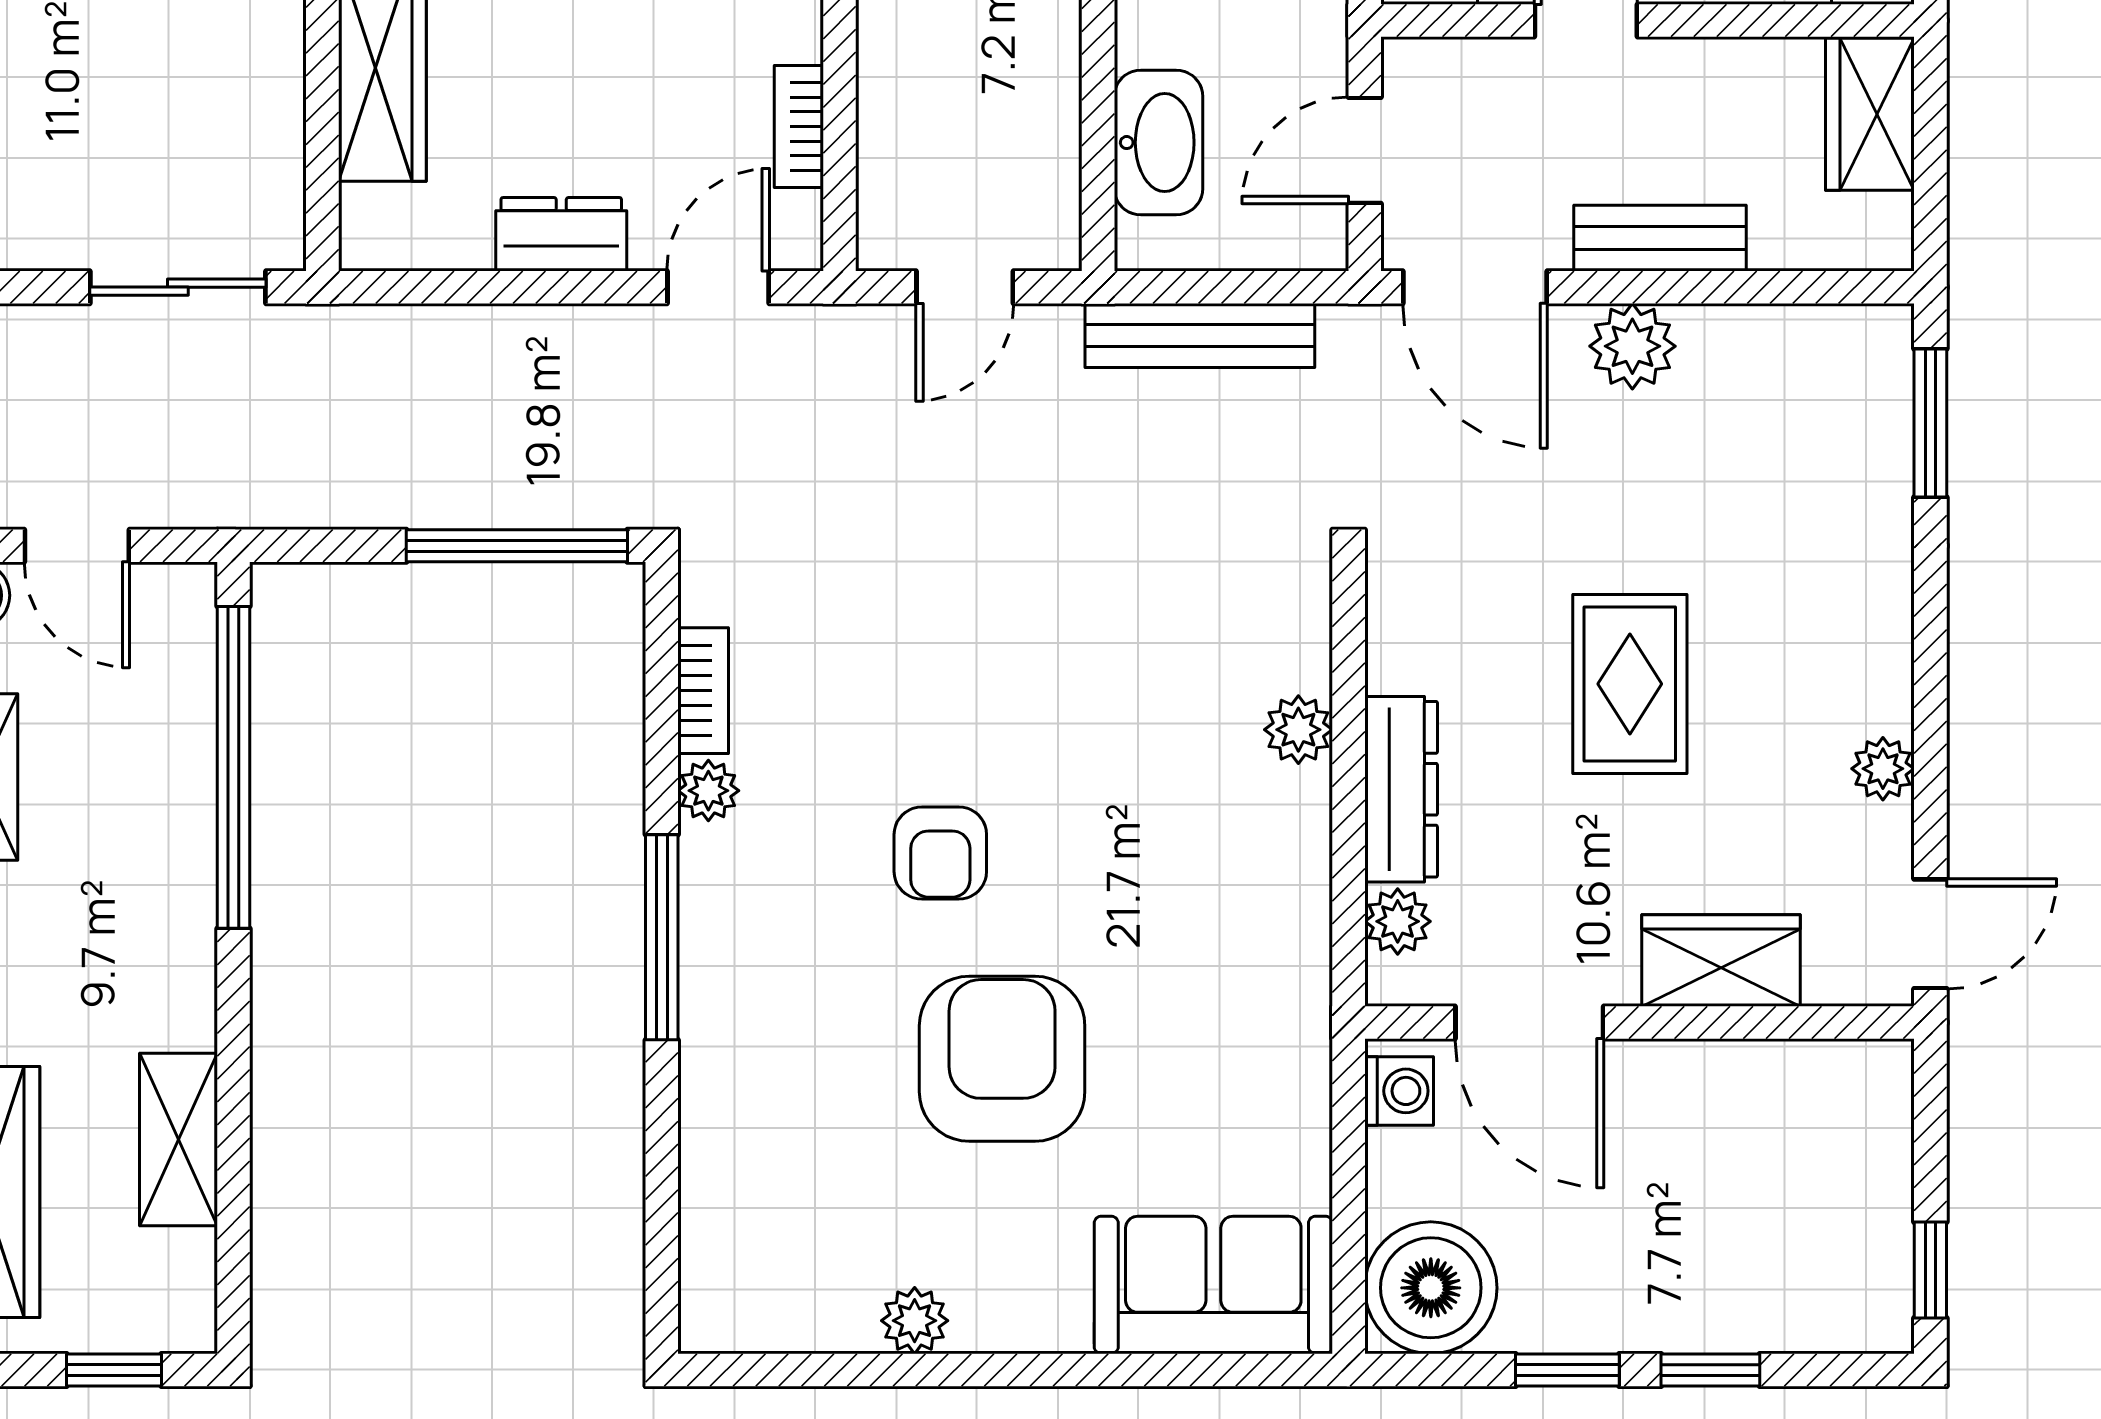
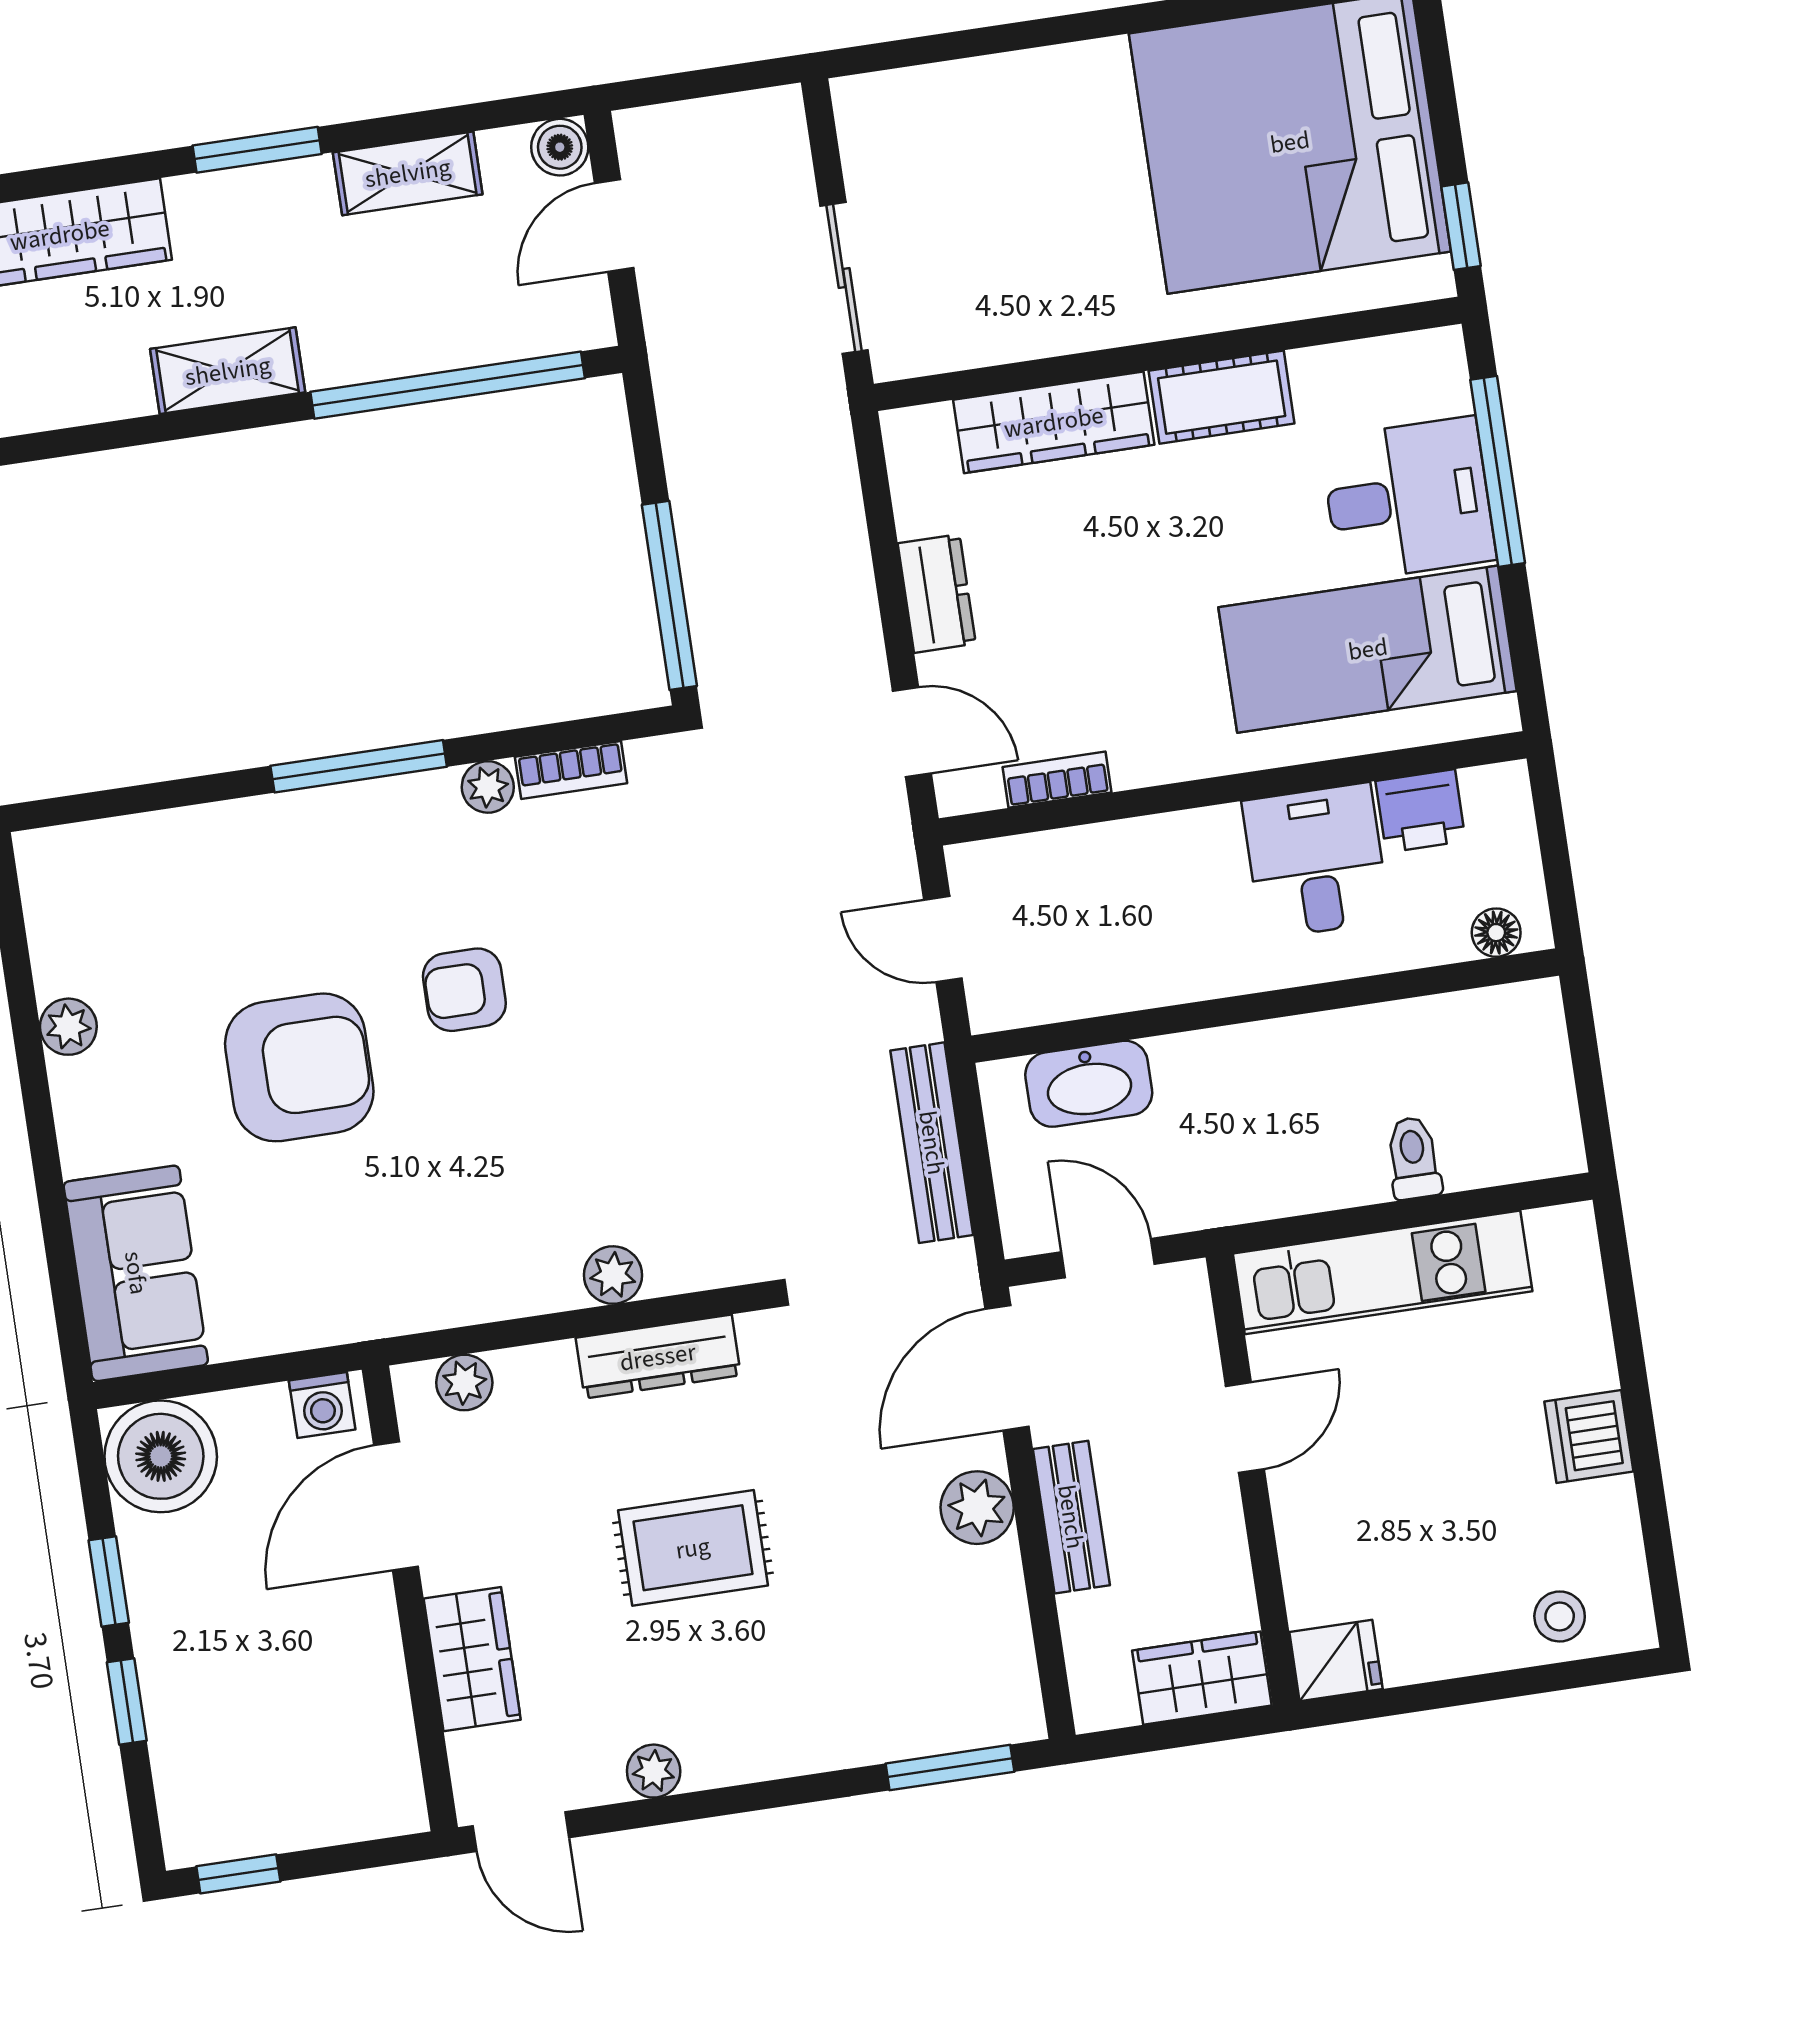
dresser: (1401, 789) -> (658, 1357), moved
shelving: (178, 1140) -> (228, 371), moved

